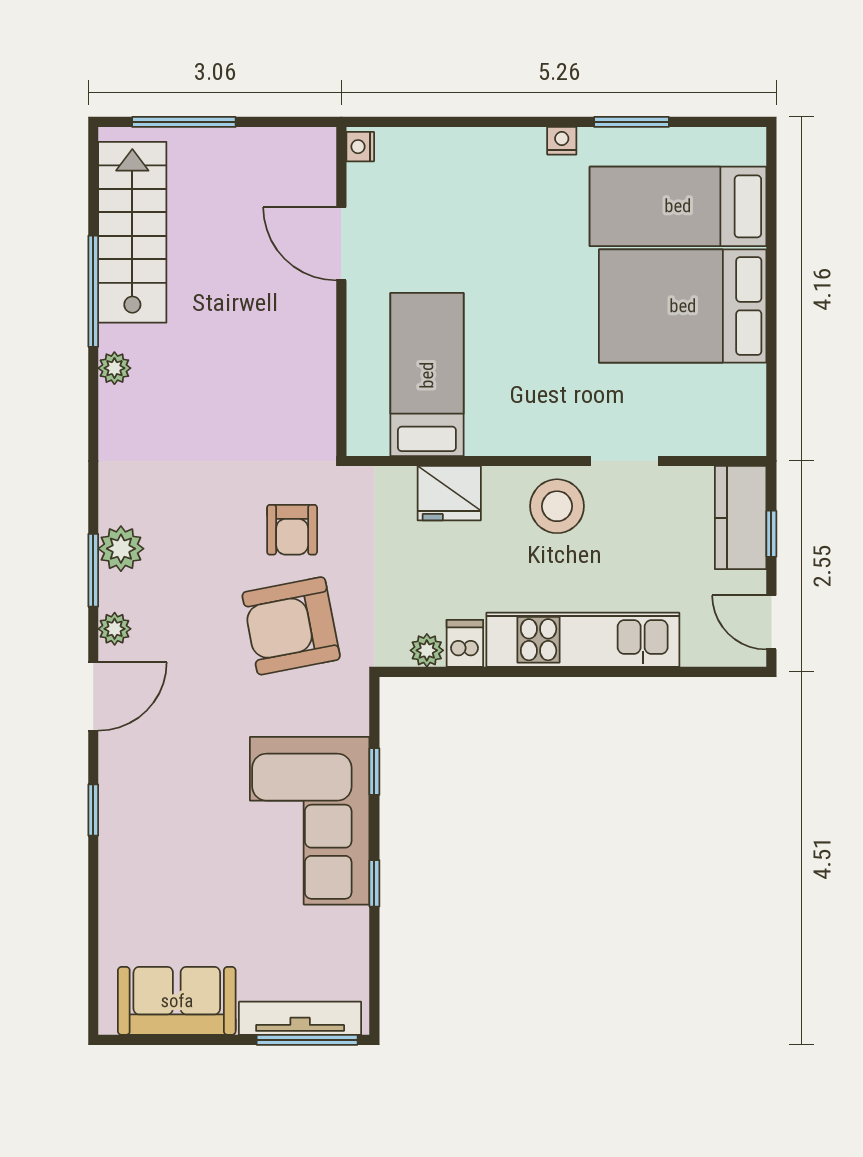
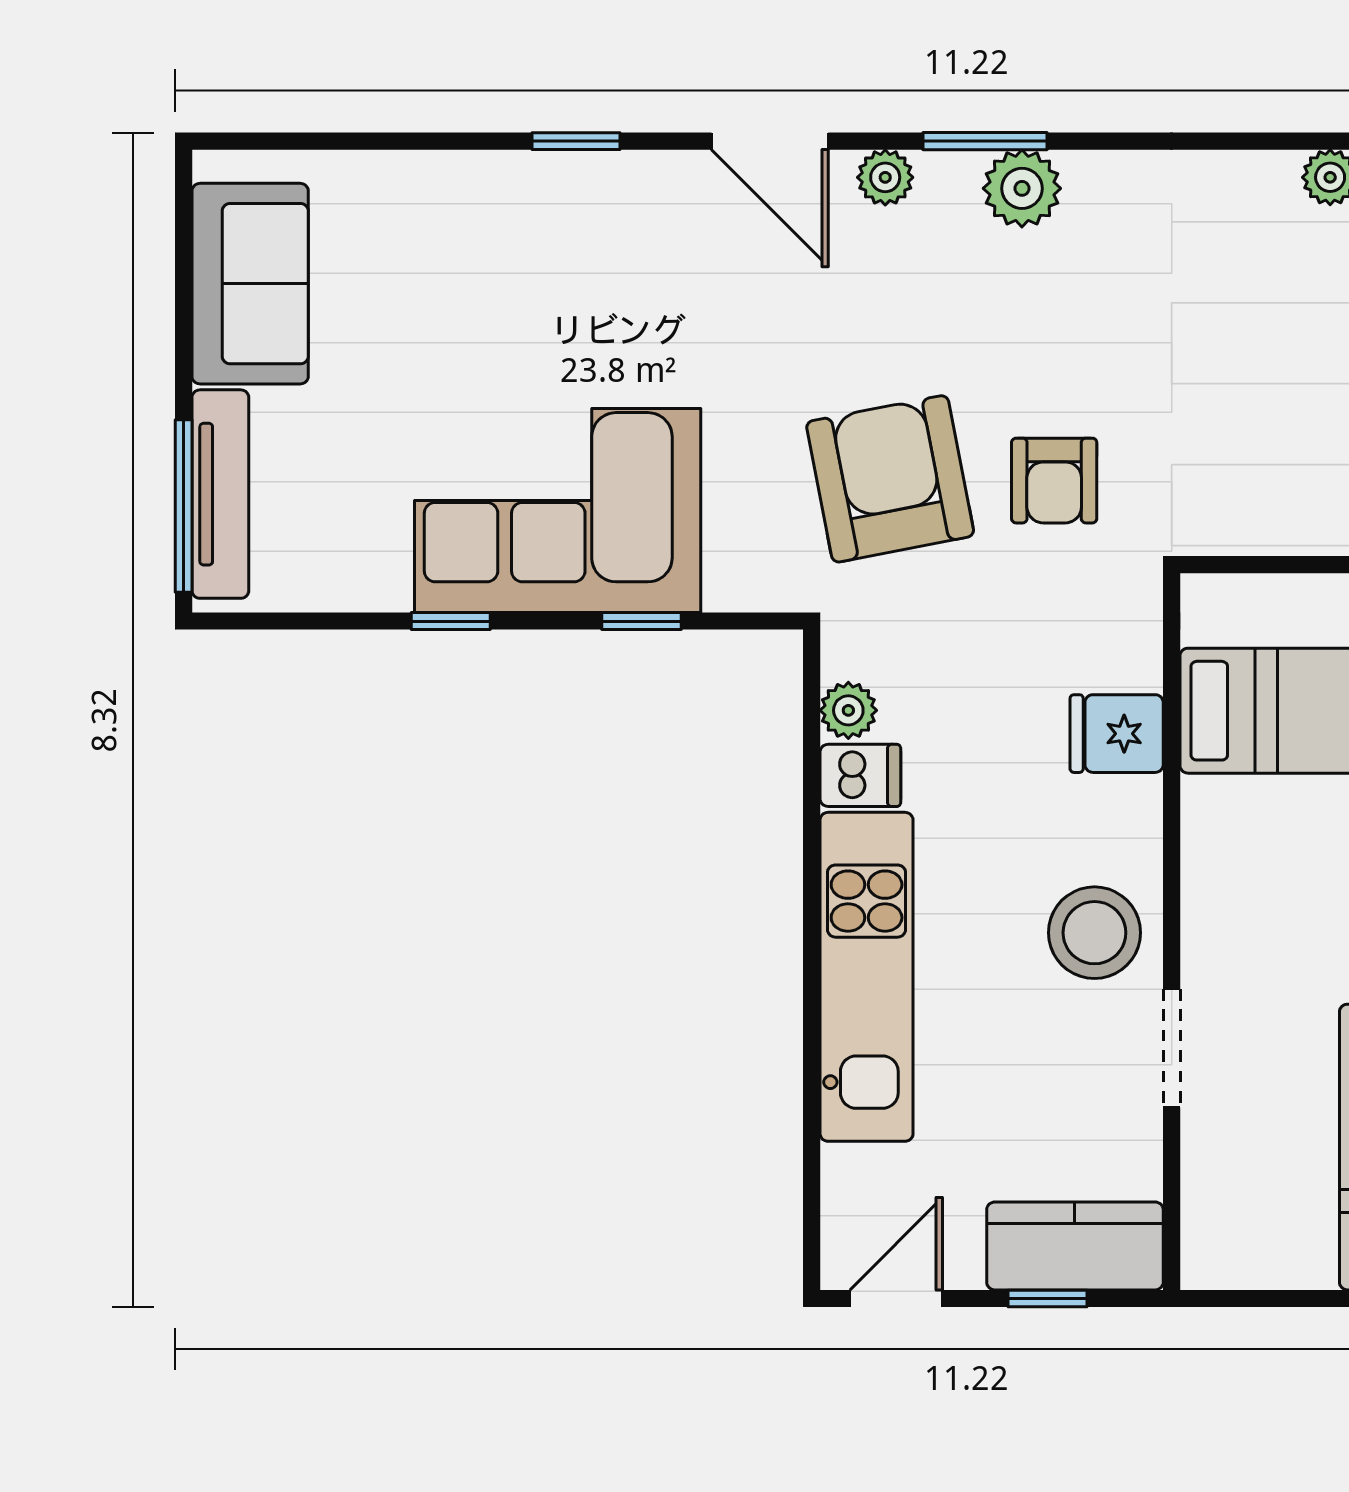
fridge: (449, 493) -> (1117, 734), width x0.72
armchair: (292, 530) -> (1054, 481), turned -90

